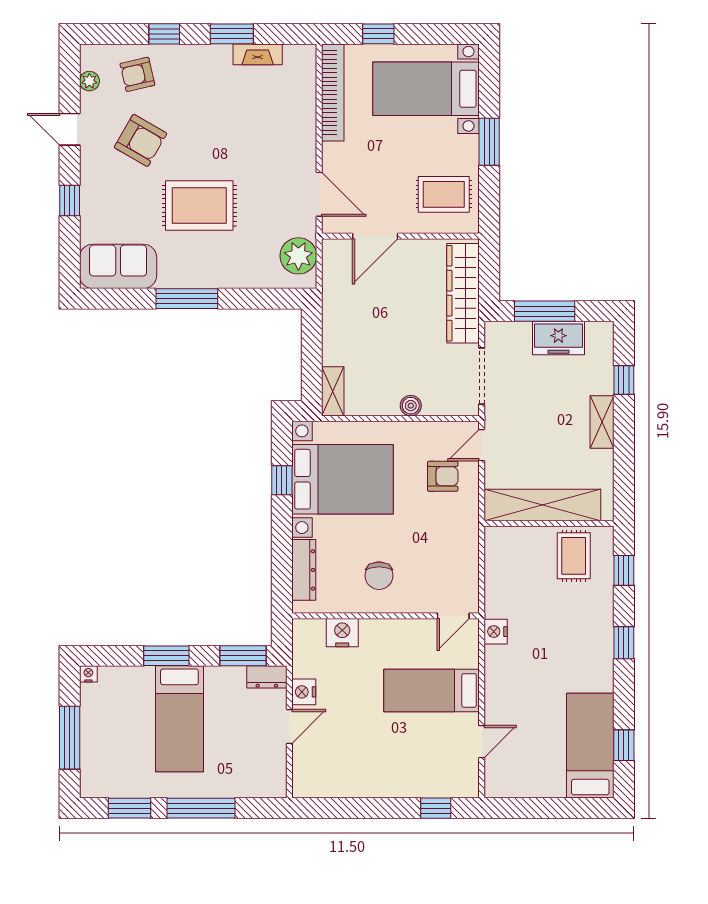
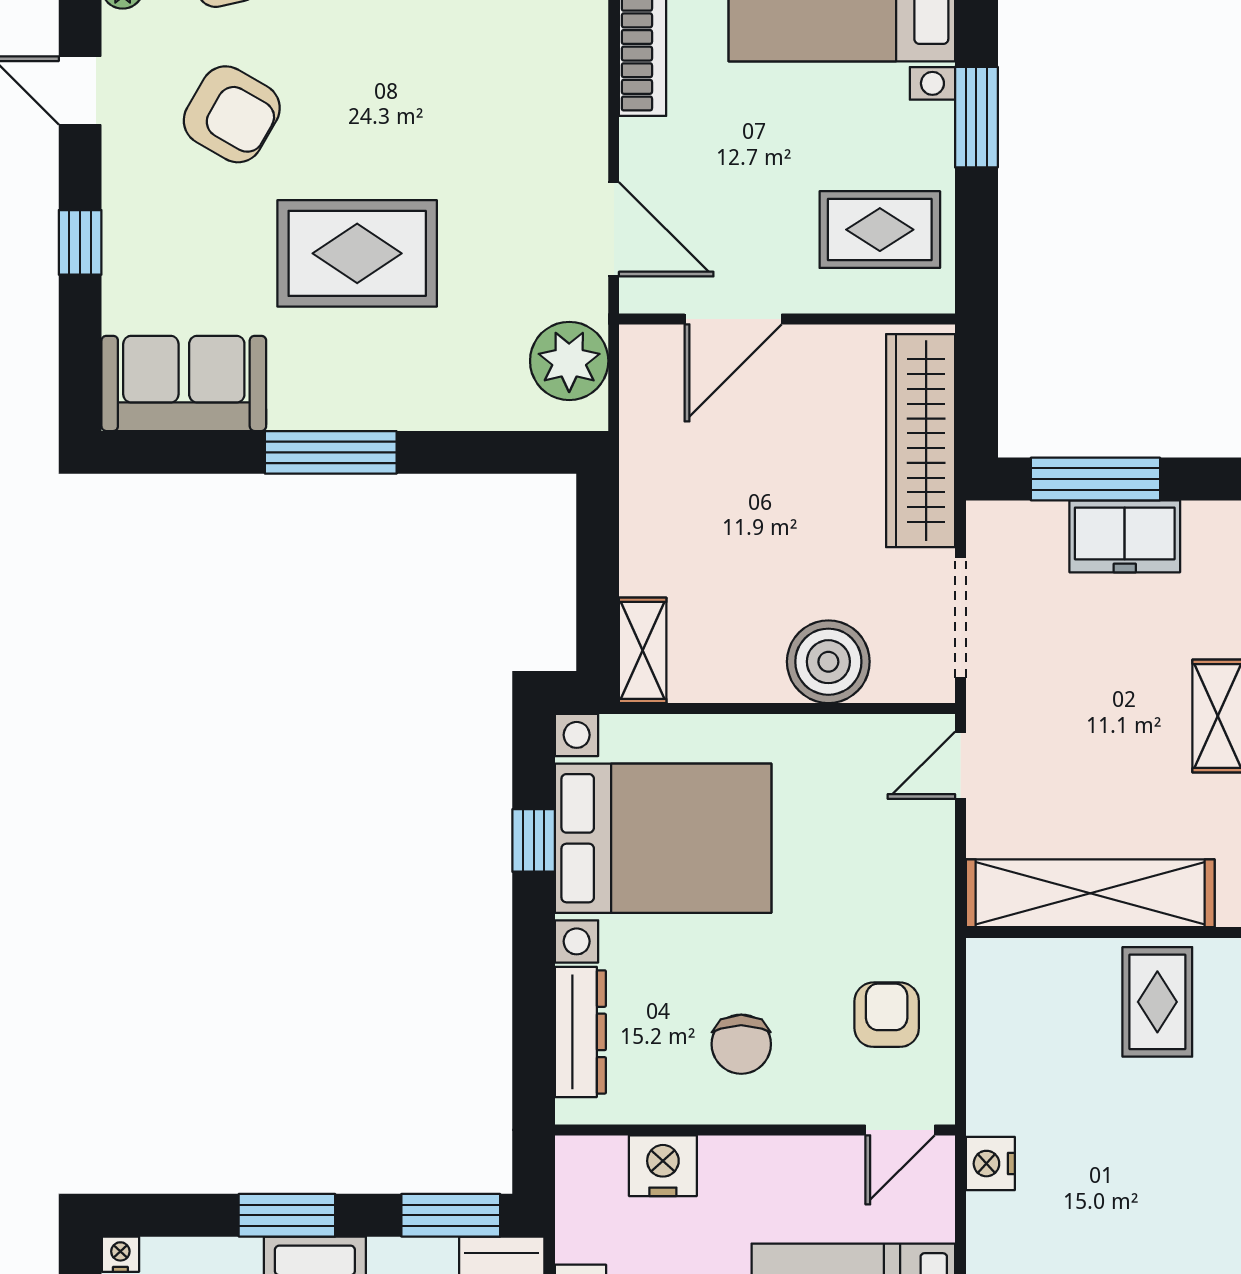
boiler: (411, 406) -> (828, 662), width x1.86, depth x1.86
armchair: (443, 476) -> (887, 1015), moved, turned -90

